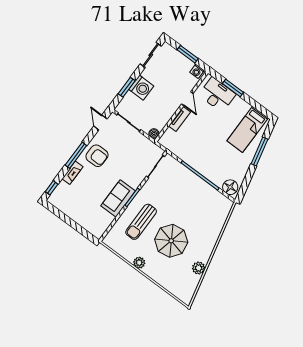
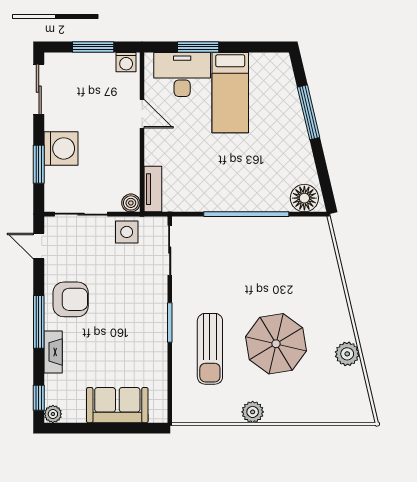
tv unit: (179, 119) -> (153, 189), moved
bed: (248, 129) -> (230, 93), moved
side table: (143, 145) -> (127, 232), added
sofa: (118, 198) -> (117, 405), moved, turned 90
plant: (53, 199) -> (53, 414), added

